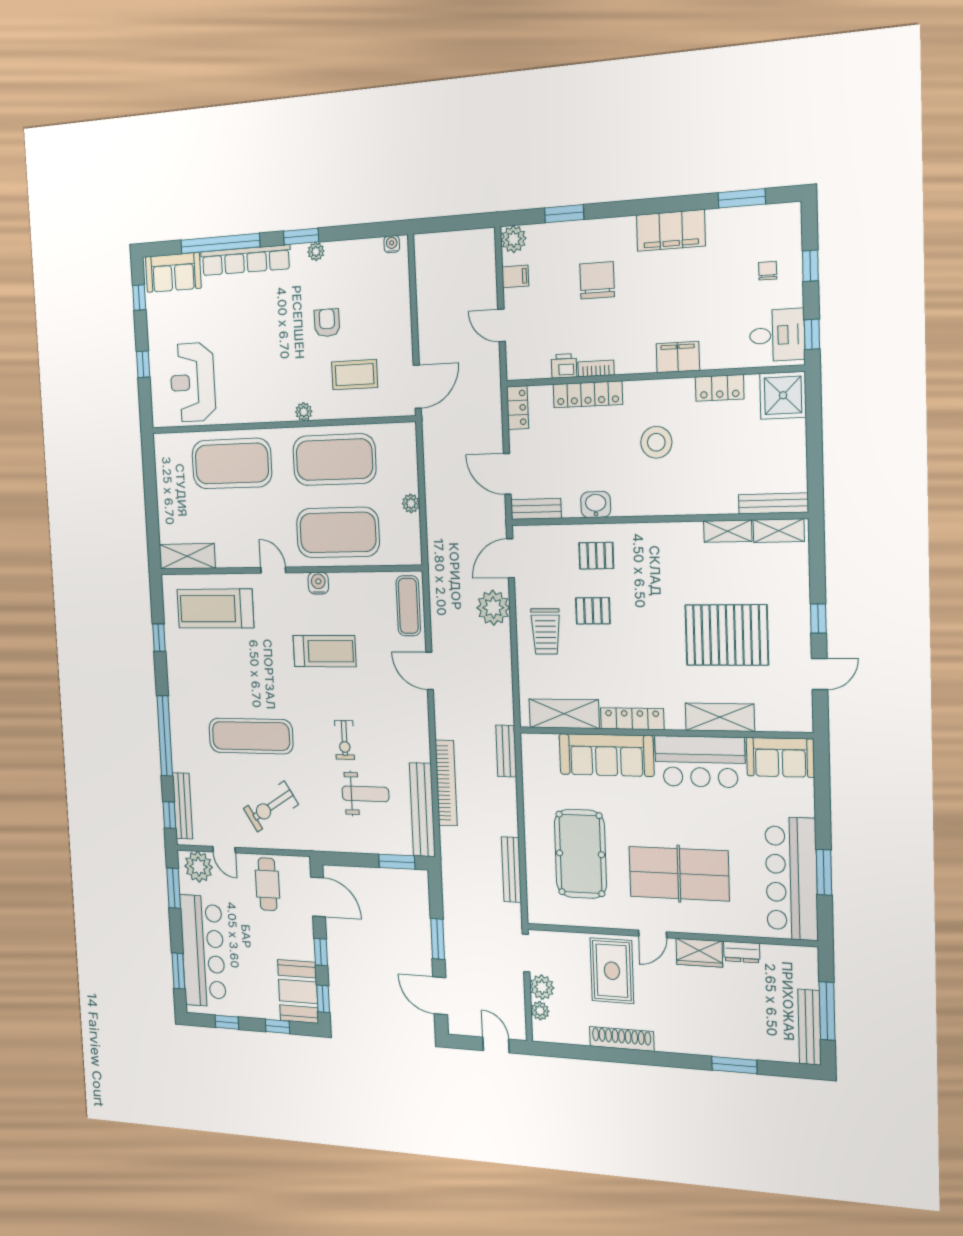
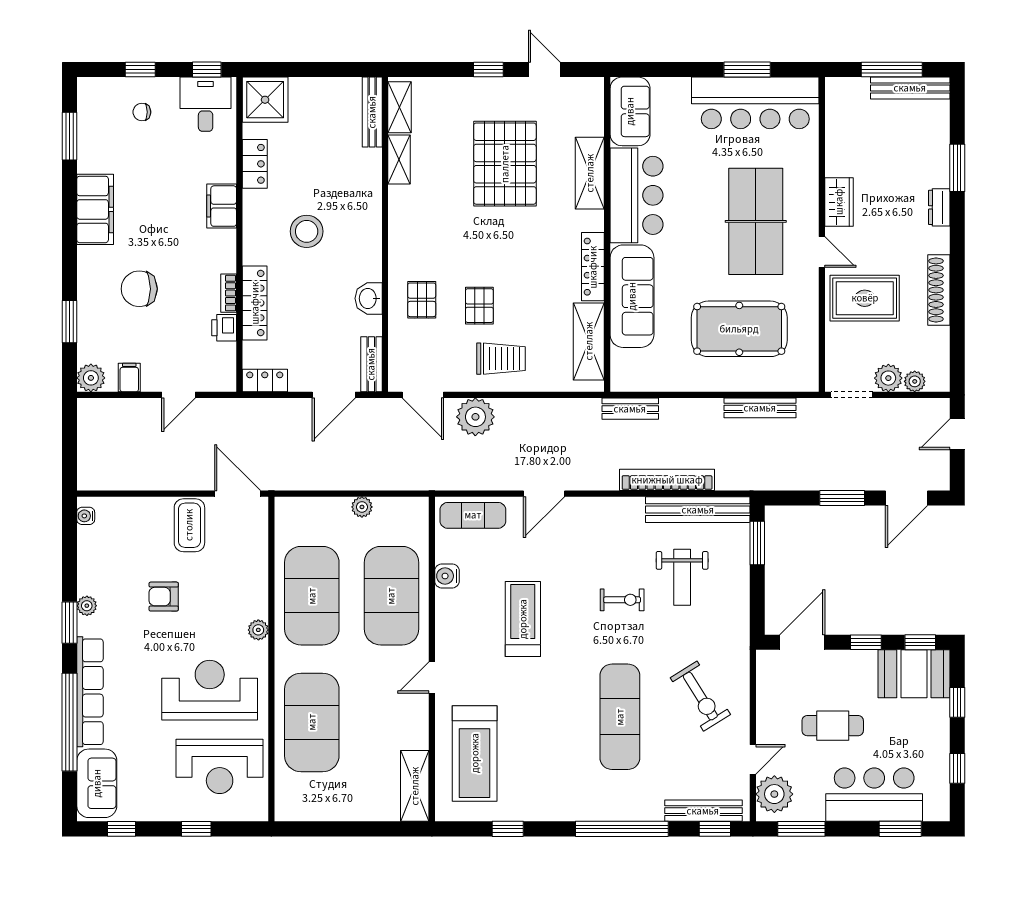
reception desk: (253, 370) -> (210, 690), added
coffee table: (355, 375) -> (189, 525), moved
water cooler: (318, 583) -> (447, 576), moved
weight bench: (365, 794) -> (682, 577), turned 180
cafe table: (267, 884) -> (833, 726), moved
bar counter: (203, 951) -> (874, 795), width x0.73
dresser: (742, 952) -> (939, 207), moved, turned 180

